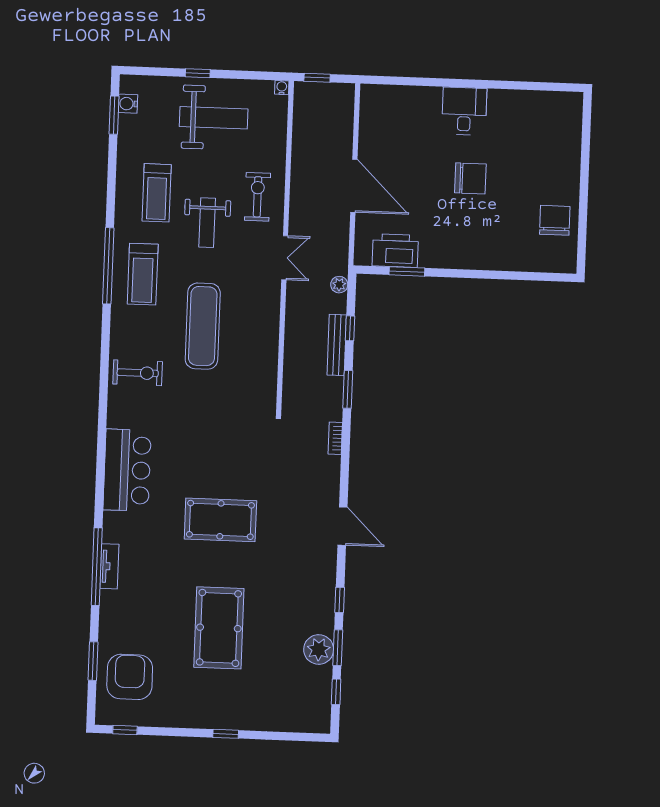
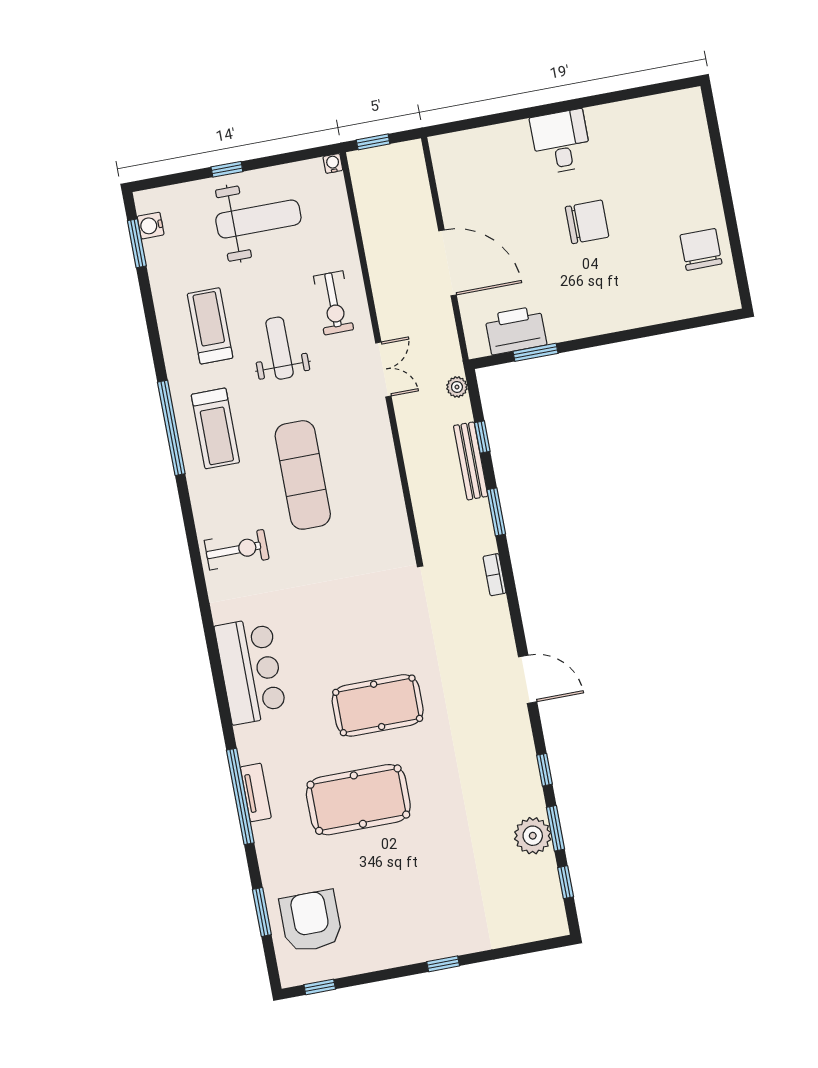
treadmill: (157, 193) -> (210, 326), turned 180
exercise bike: (257, 197) -> (334, 303), turned 180
weight bench: (207, 223) -> (280, 348), turned 180
pool table: (219, 628) -> (358, 800), moved, turned 90

